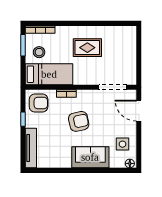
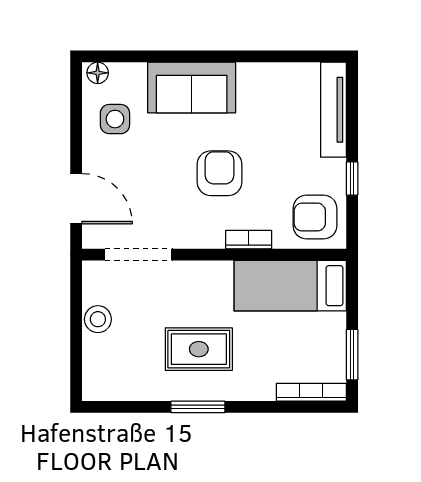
window: (88, 23) -> (198, 407), added
stool: (39, 52) -> (98, 319), moved
armchair: (79, 121) -> (219, 173), turned 102

